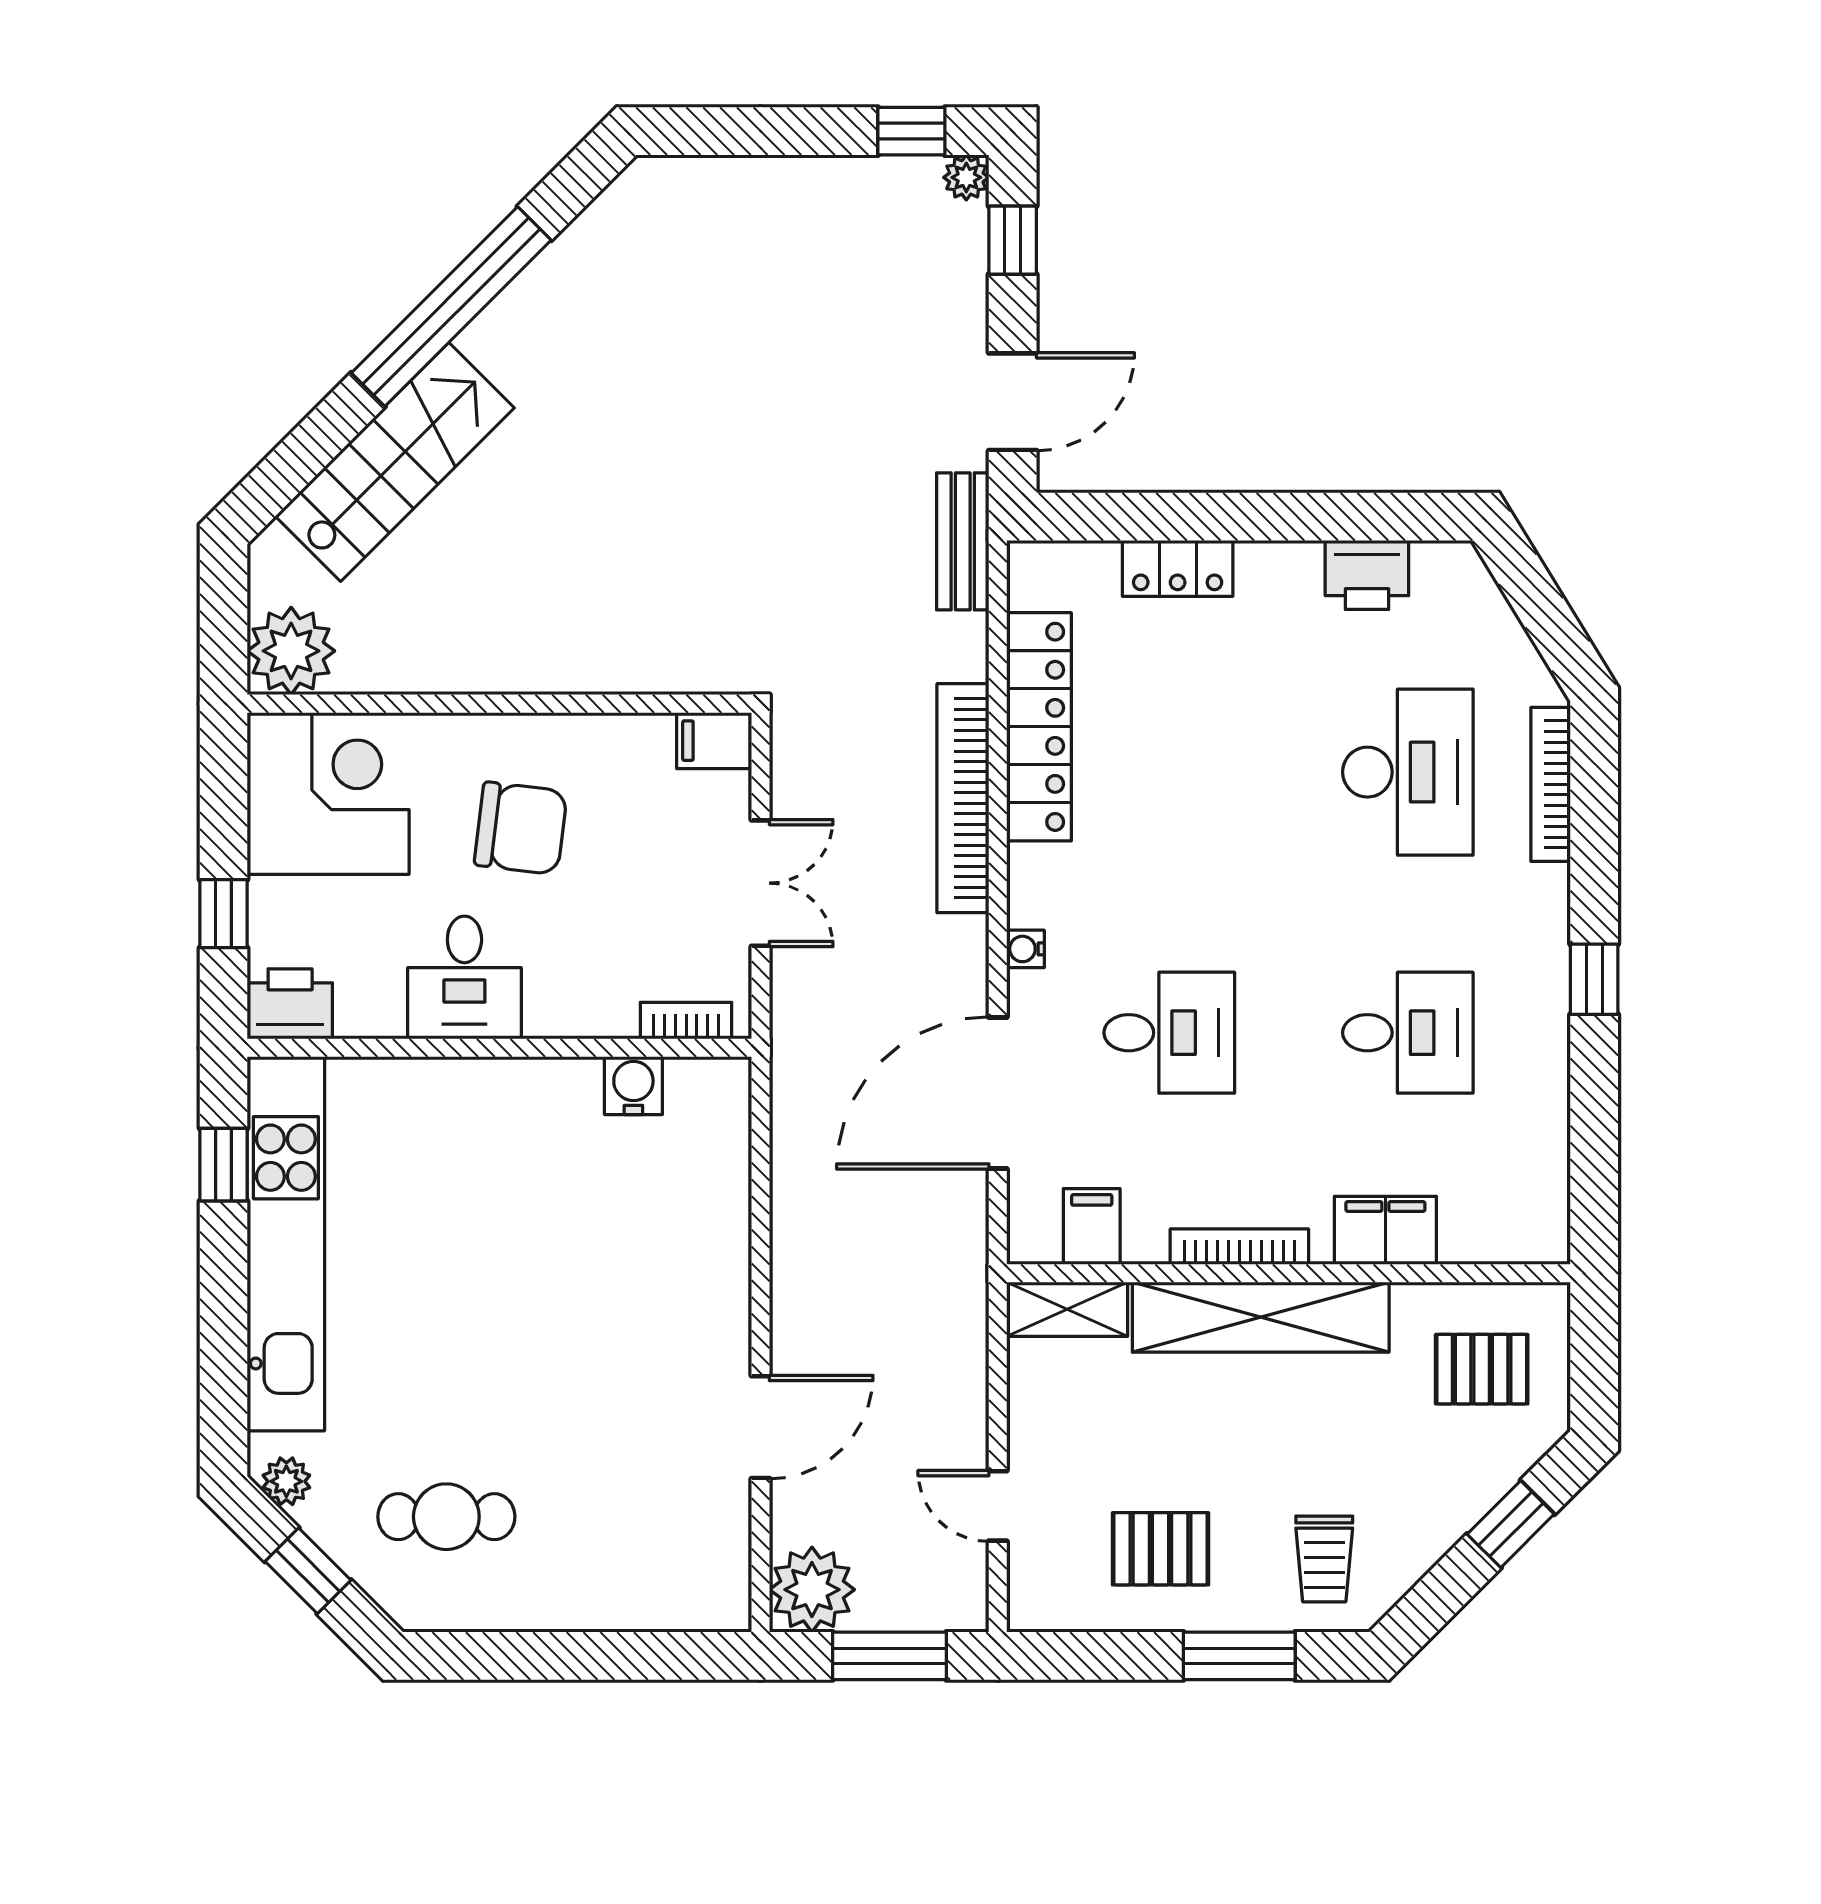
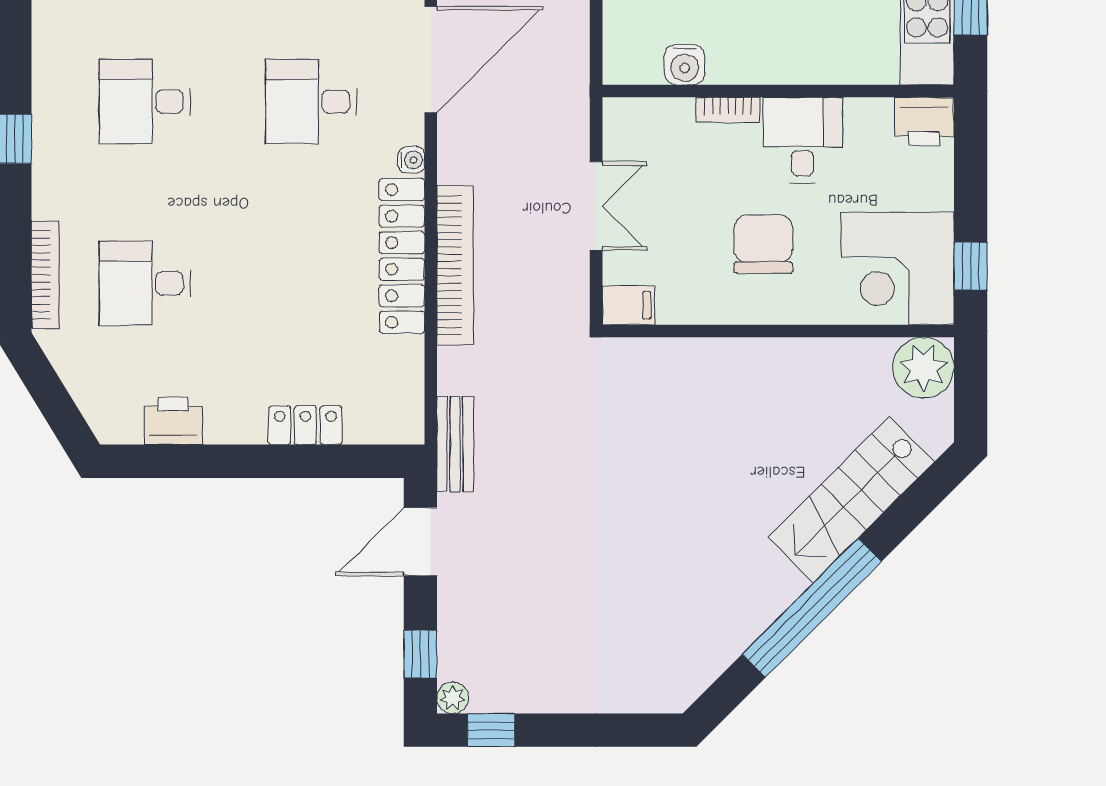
locker: (1039, 727) -> (402, 256), moved
desk: (1408, 772) -> (145, 283), width x0.73
chair: (521, 828) -> (763, 244), turned 83
double door: (760, 883) -> (596, 206), swing flipped
window: (224, 914) -> (971, 266), moved
bookcase: (686, 1021) -> (728, 110), moved

